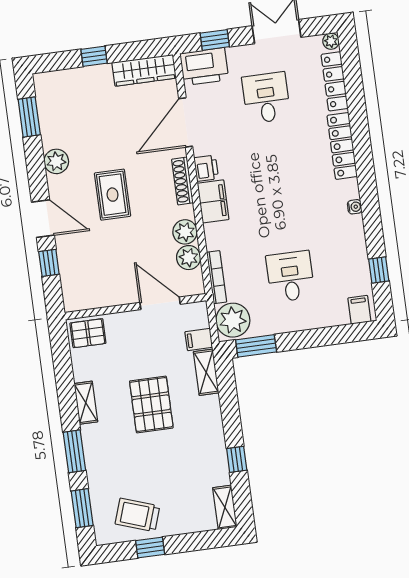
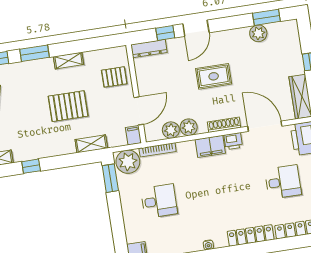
plant: (56, 161) -> (258, 33), moved
dresser: (71, 287) -> (149, 49), added
pallet: (88, 333) -> (114, 77), moved, turned 90
filing cabinet: (199, 340) -> (133, 135), moved

